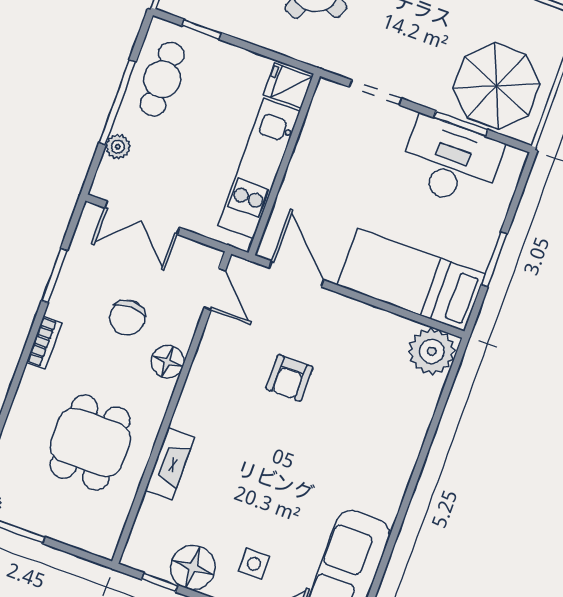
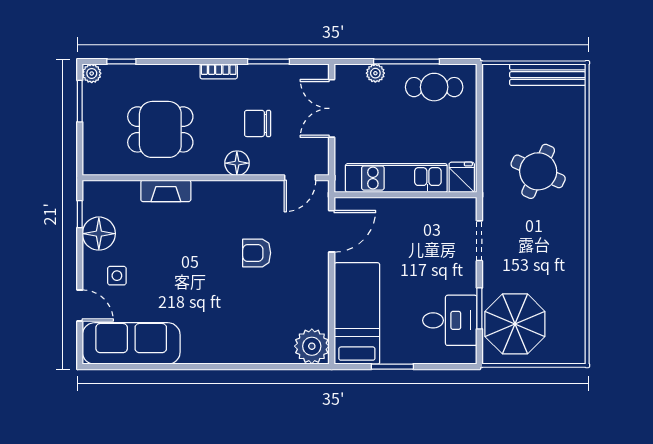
window: (202, 29) -> (479, 102), removed
desk: (451, 162) -> (450, 320), width x0.73

